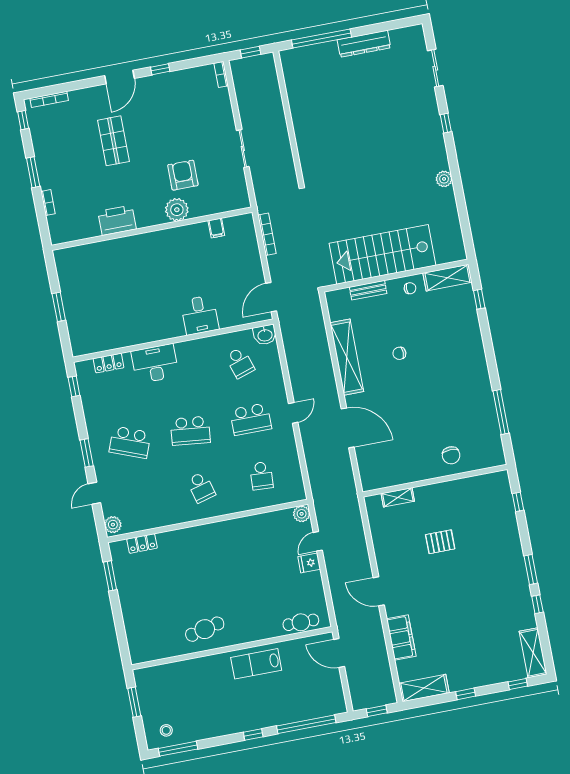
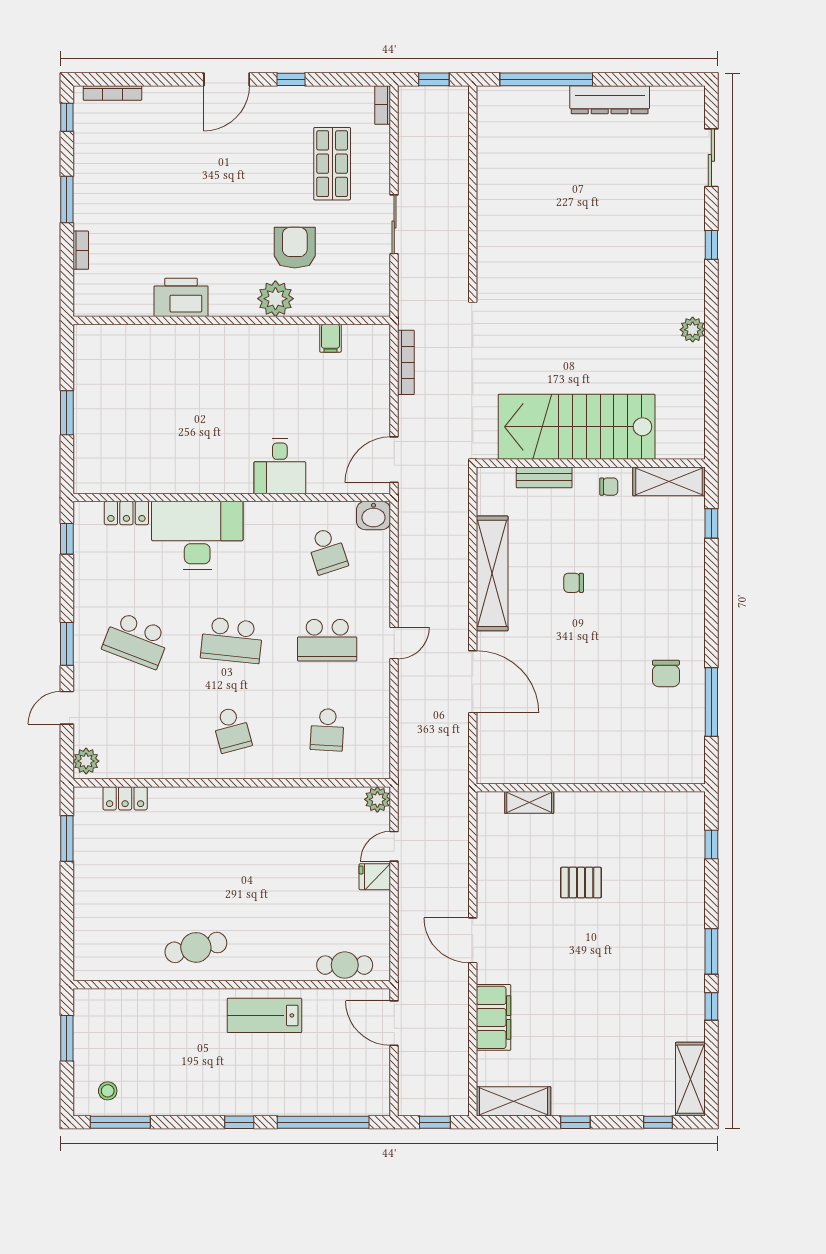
shop shelf: (113, 141) -> (332, 164), moved
desk: (155, 364) -> (197, 535), width x1.36, depth x1.30
chair: (451, 455) -> (666, 673), moved

